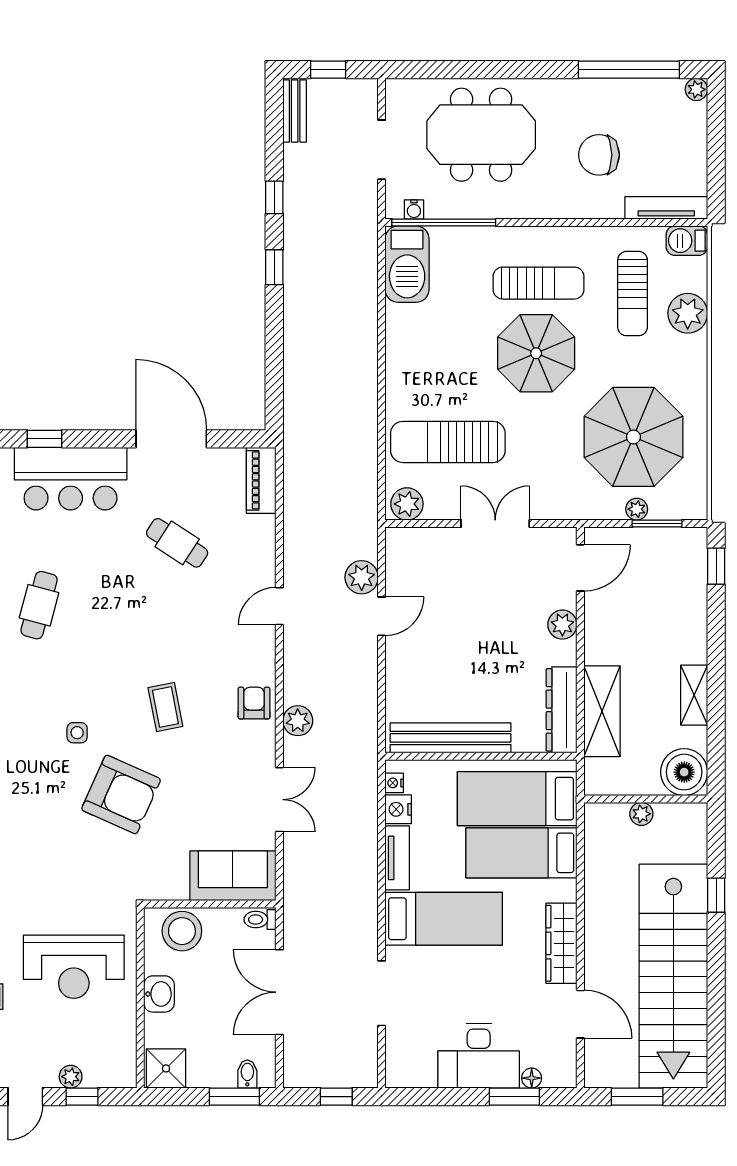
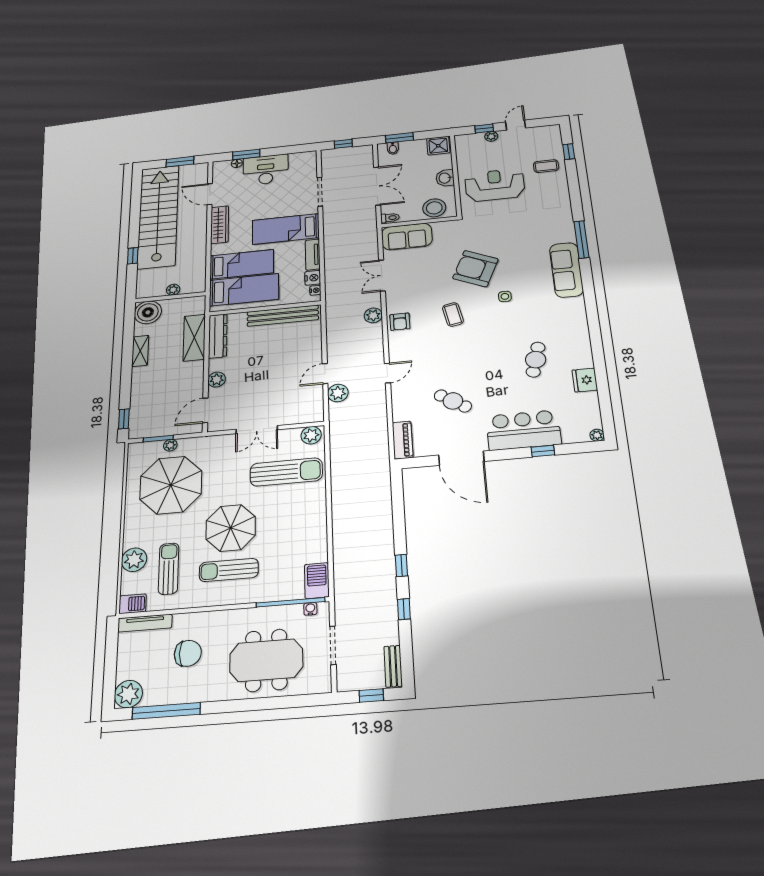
plant: (696, 89) -> (128, 694), width x1.88, depth x1.88
barbecue: (407, 264) -> (317, 581), width x0.73, depth x0.83

